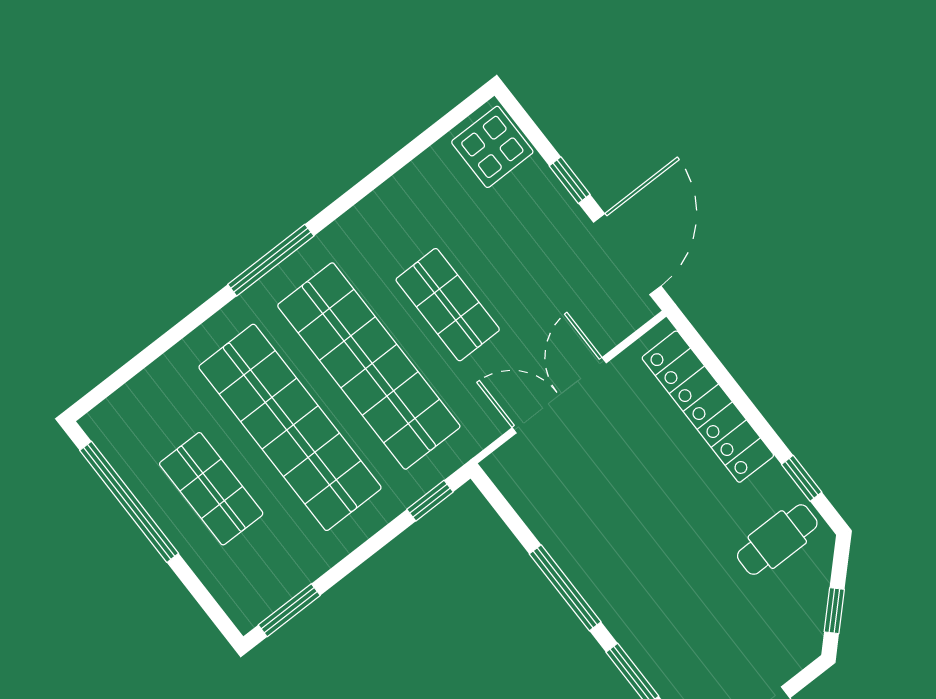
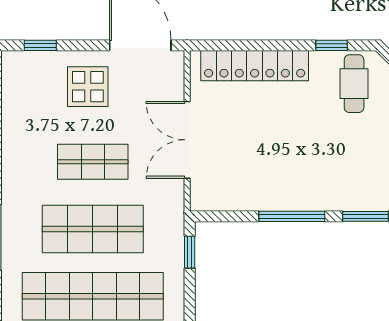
display table: (492, 147) -> (88, 87), moved
window: (570, 180) -> (40, 45), moved
shop shelf: (369, 366) -> (93, 229), width x0.71

